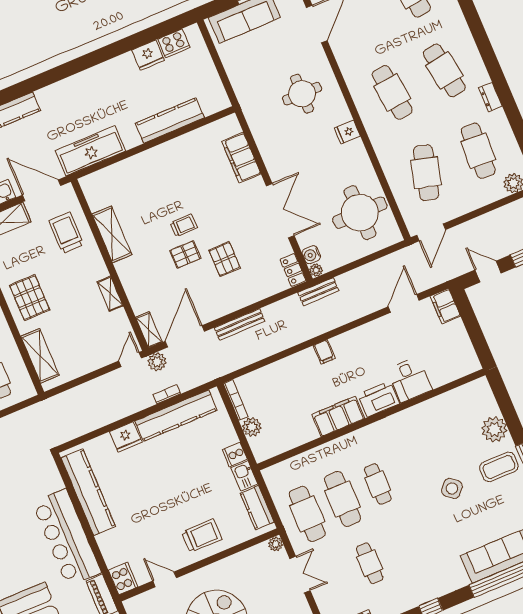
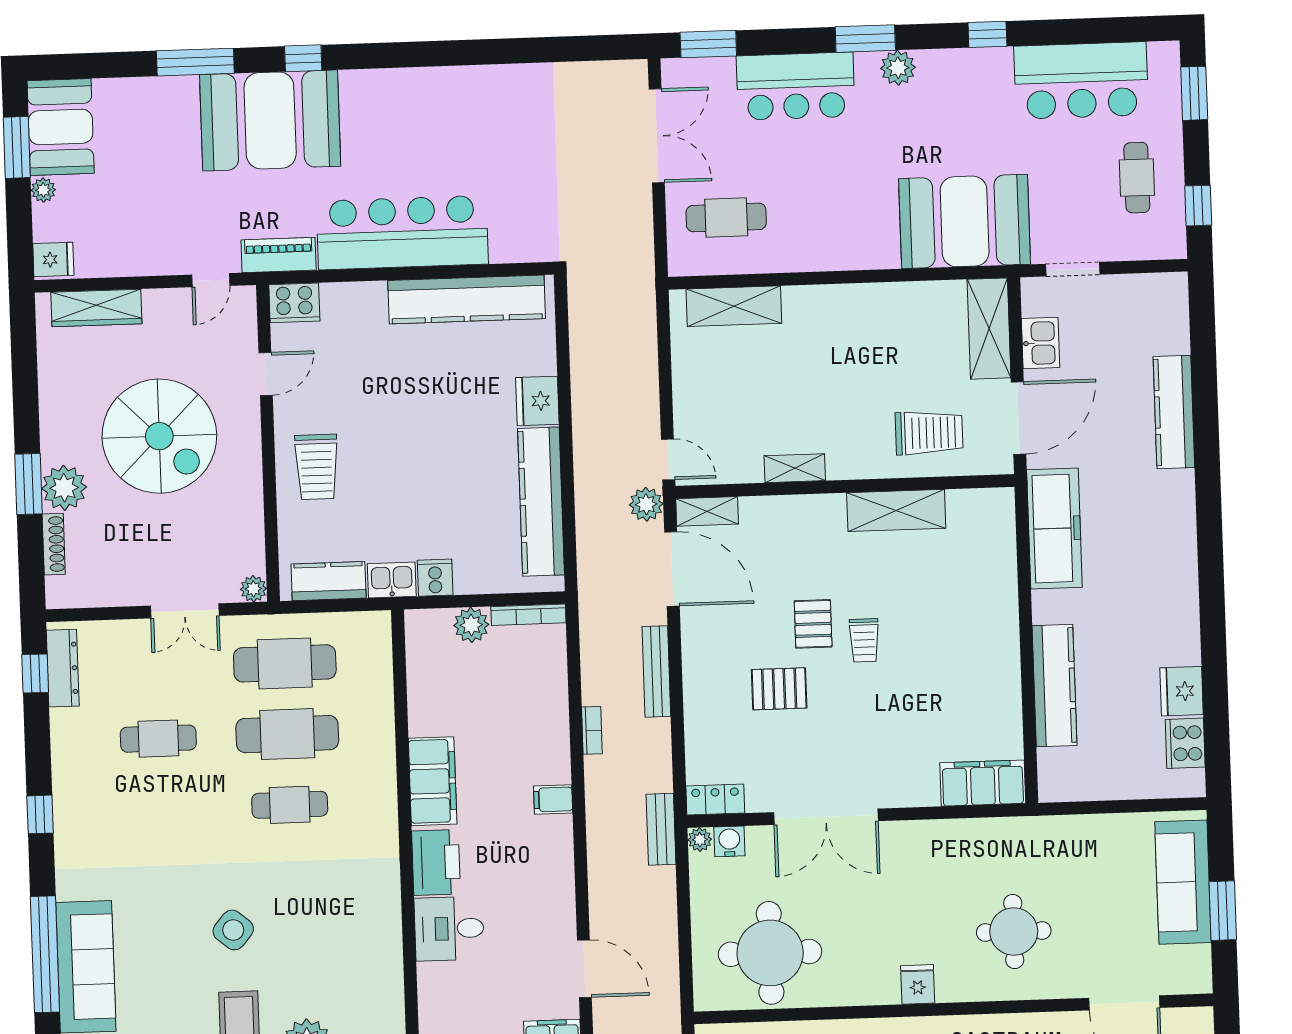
filing cabinet: (241, 158) -> (983, 783), moved
pallet: (30, 298) -> (841, 327), removed
bookcase: (167, 394) -> (592, 730), moved

